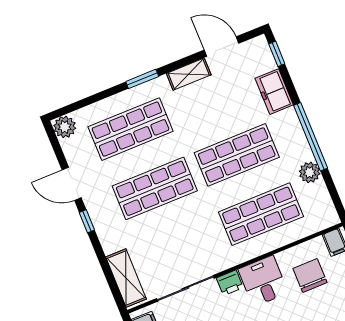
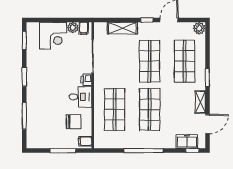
freezer: (274, 92) -> (187, 142), moved
plant: (310, 172) -> (126, 143), removed
shelving: (126, 278) -> (122, 28), moved

